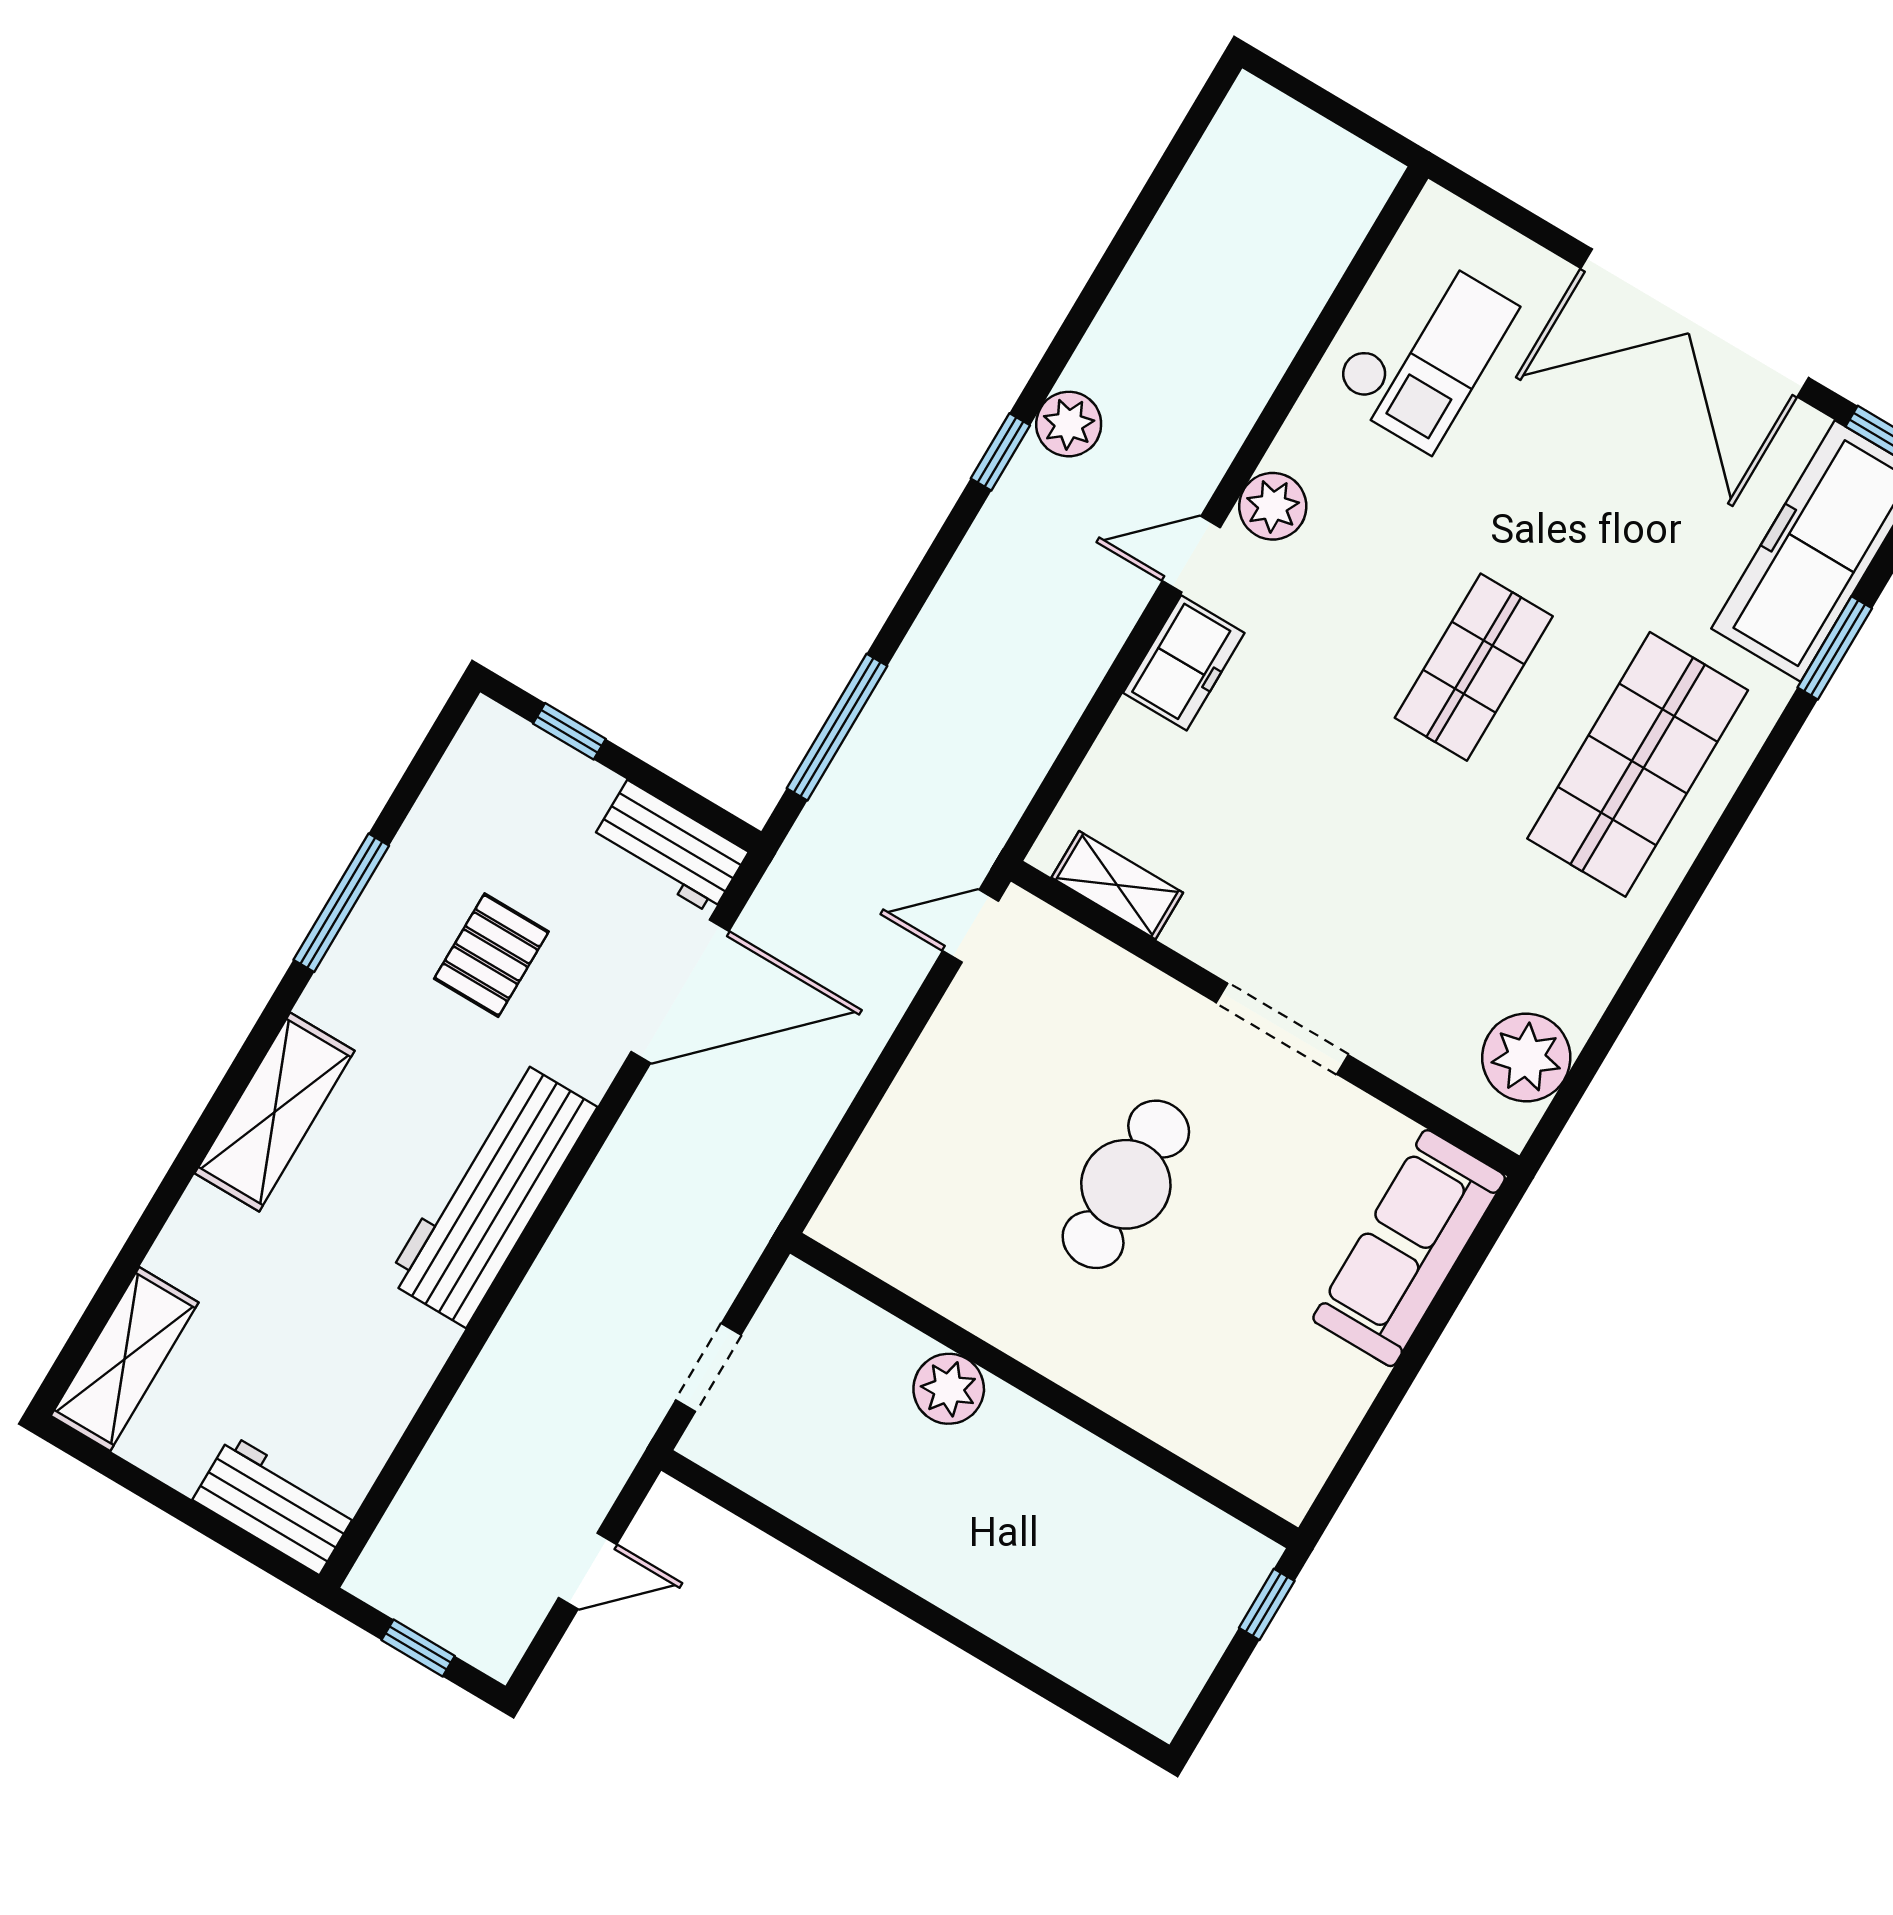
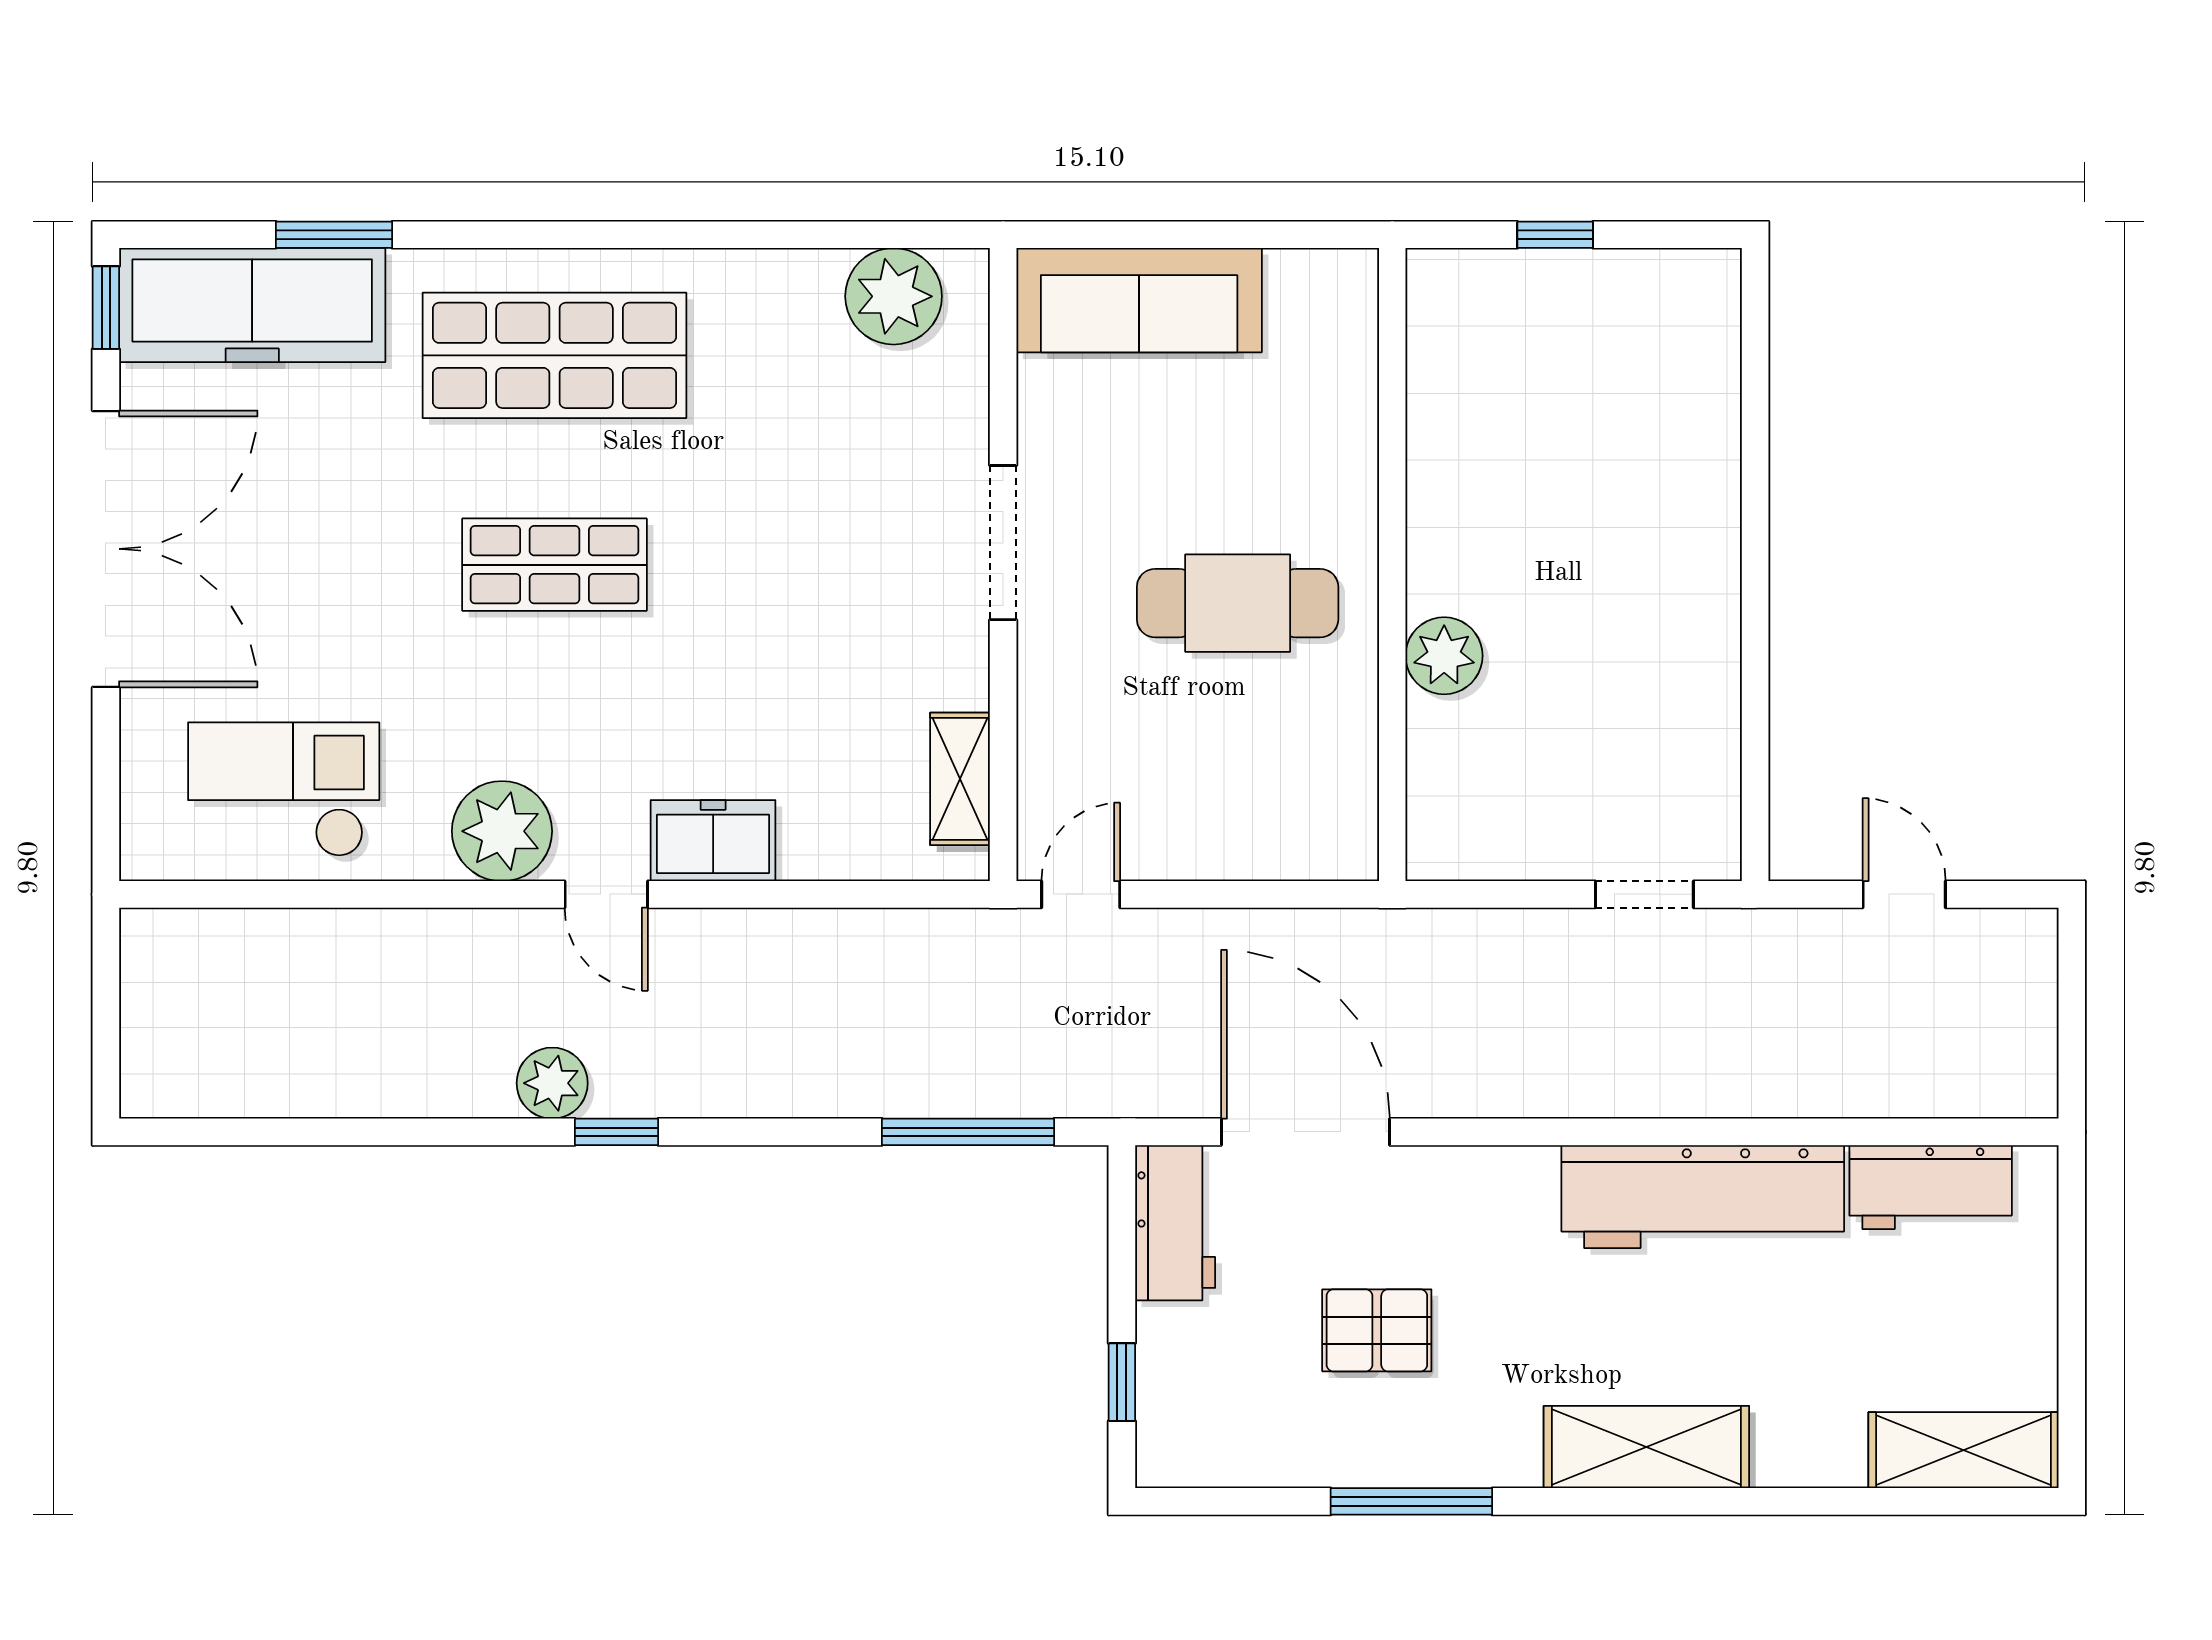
plant: (1273, 506) -> (502, 831), width x1.36, depth x1.36
door: (971, 926) -> (1081, 894), swing flipped
workbench: (491, 1194) -> (1703, 1197), moved
plant: (949, 1389) -> (1444, 656), moved
wall: (1044, 1391) -> (1392, 565), moved
workbench: (275, 1505) -> (1931, 1187), moved, turned -90
window: (418, 1648) -> (2072, 1011), removed

